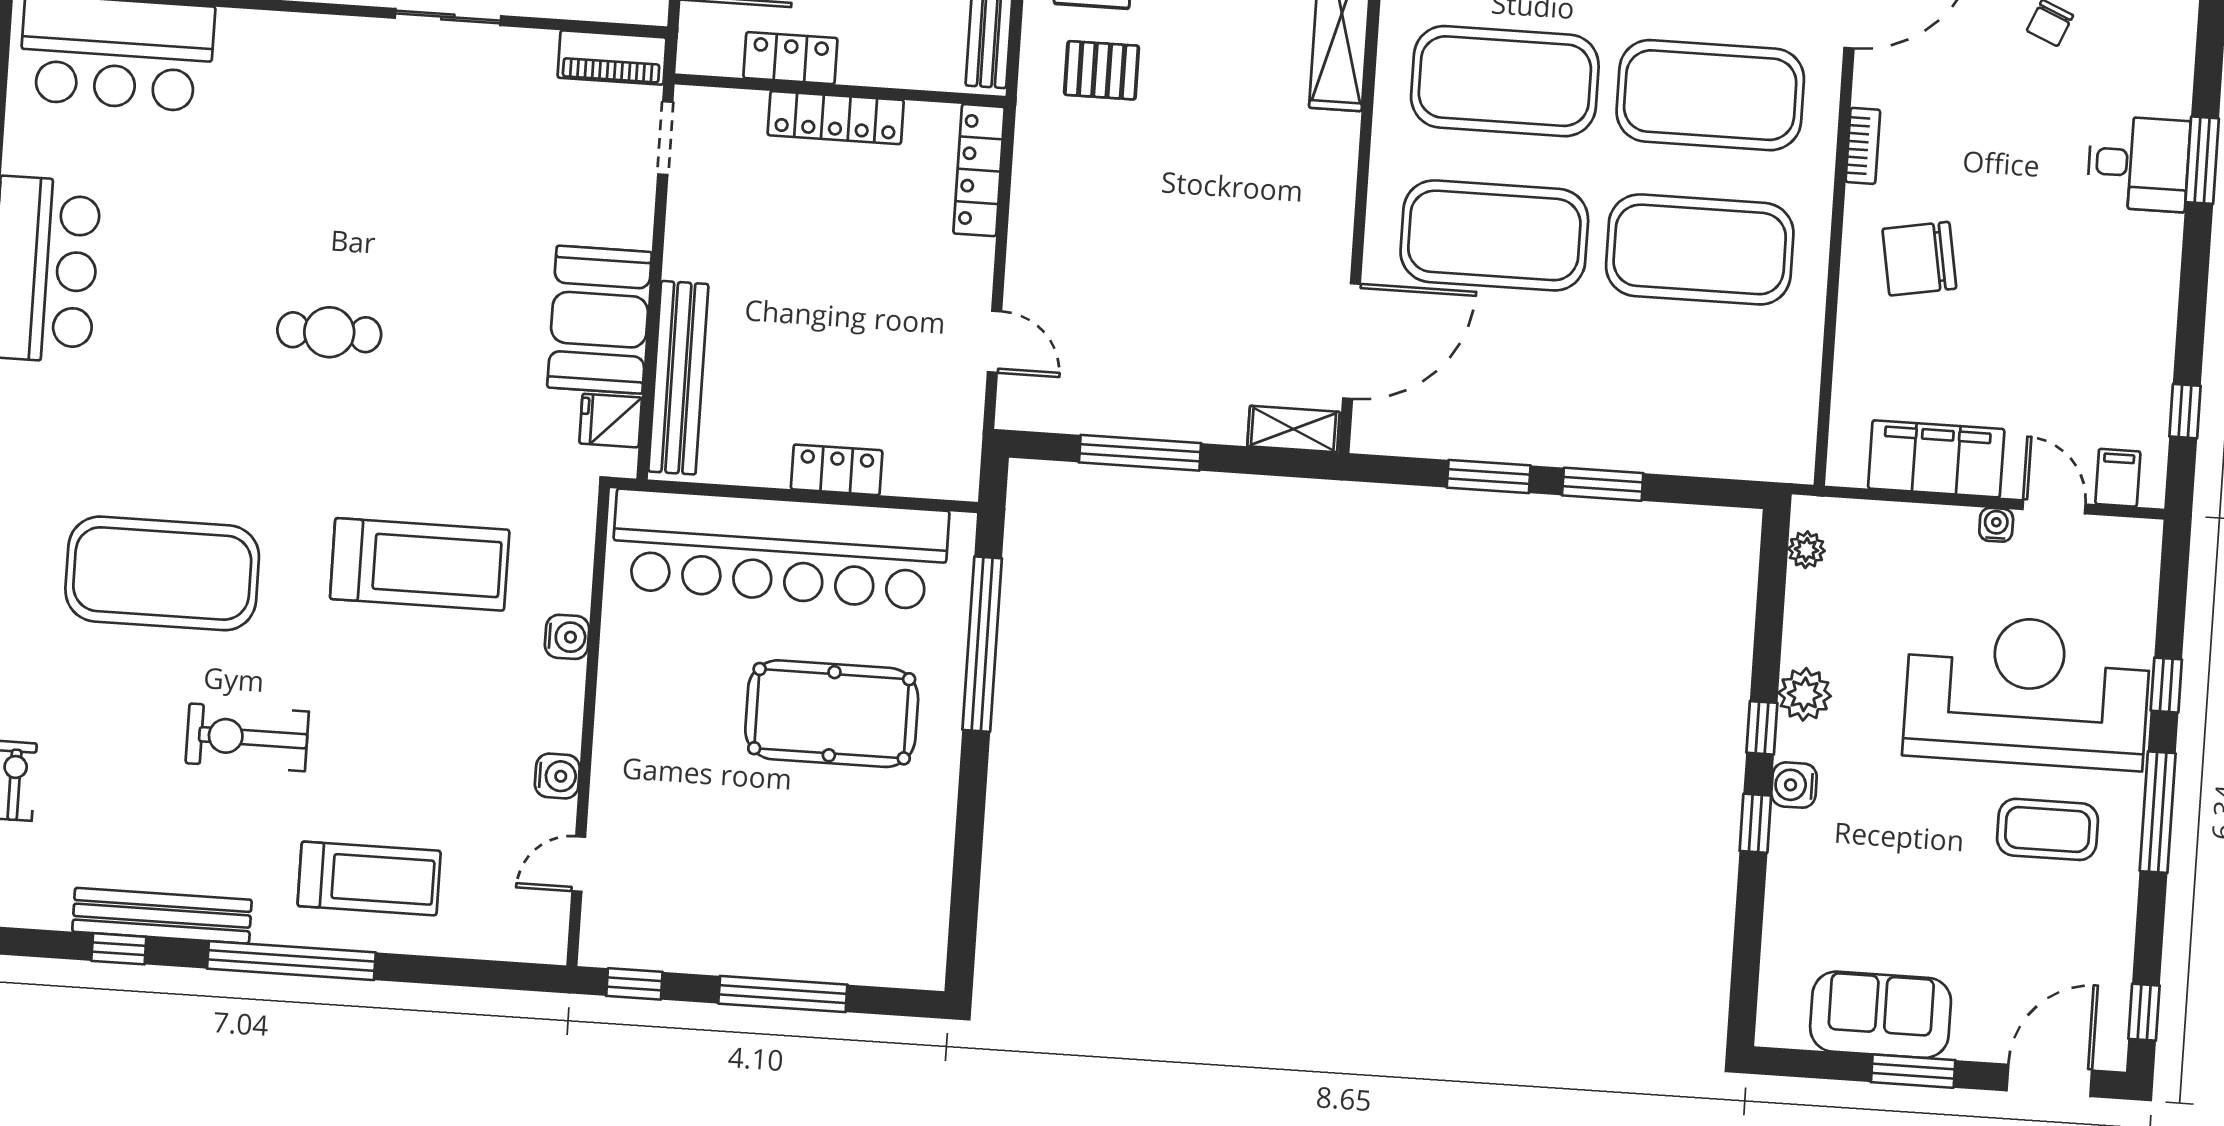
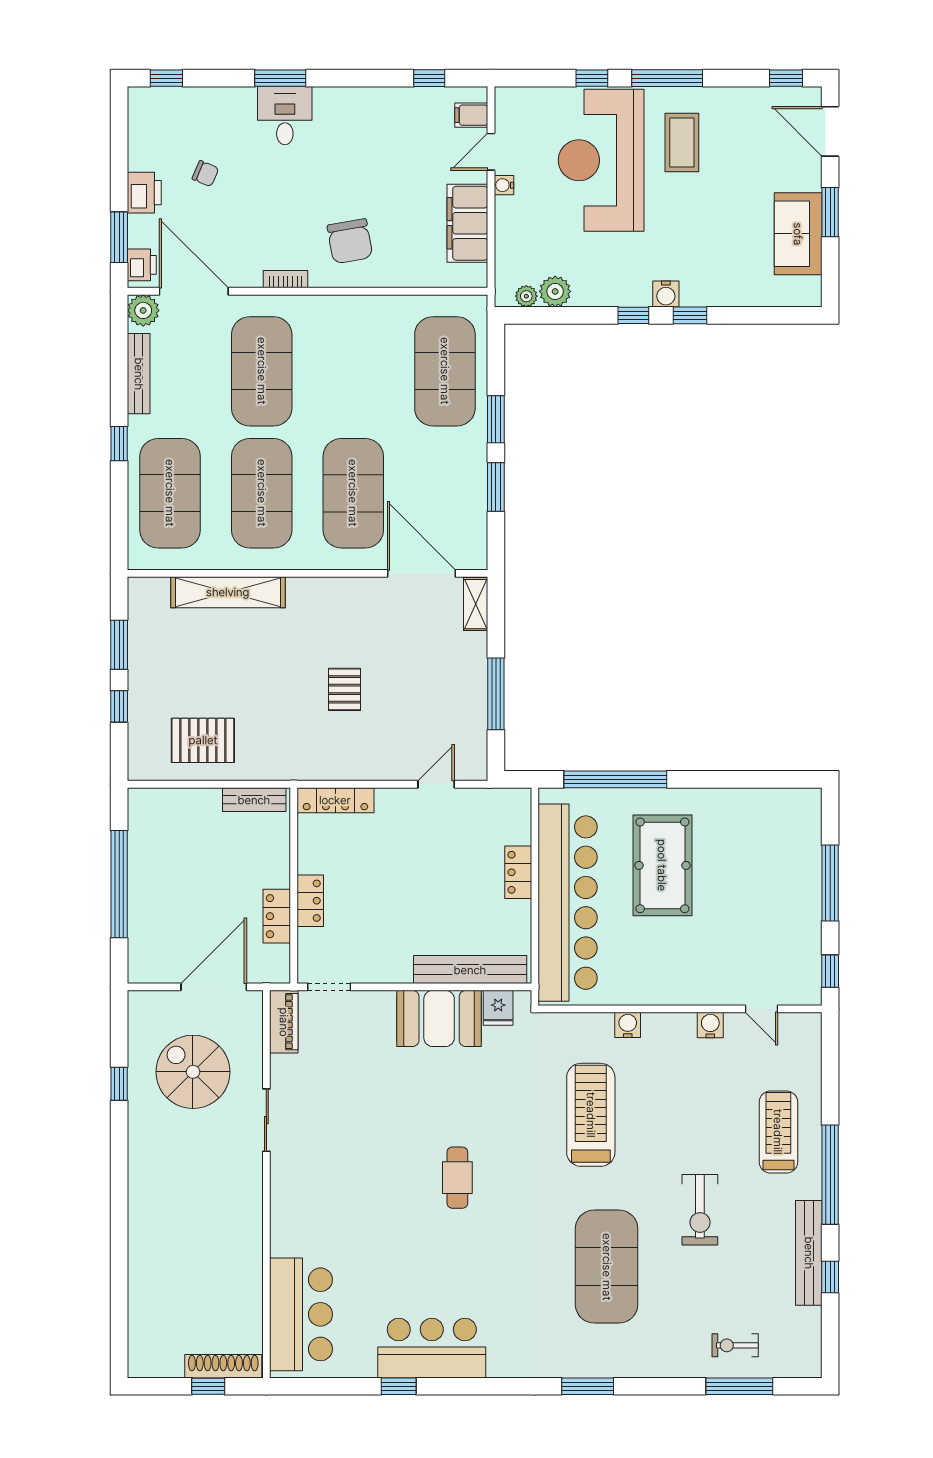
pallet: (1102, 70) -> (345, 689), moved
locker: (836, 118) -> (310, 901), width x0.66
exercise mat: (1700, 249) -> (445, 371), moved
plant: (1805, 694) -> (555, 291), moved

